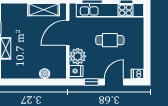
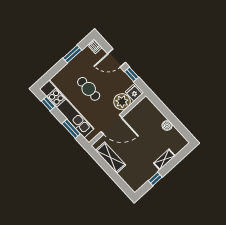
window: (147, 52) -> (72, 54), added
boiler: (45, 74) -> (167, 125), moved

